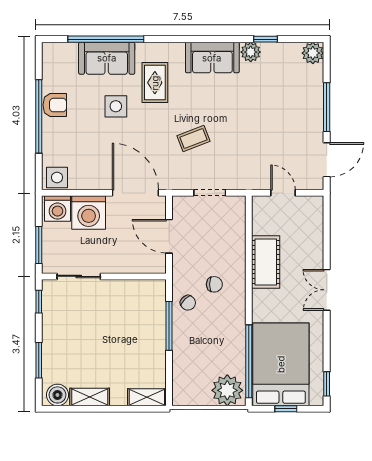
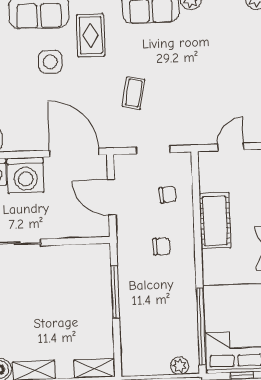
coffee table: (193, 138) -> (134, 93), turned -58
door: (283, 193) -> (231, 147), hinge flipped
chair: (188, 303) -> (168, 195), moved, turned -51
plant: (227, 390) -> (179, 366), width x0.53, depth x0.53

